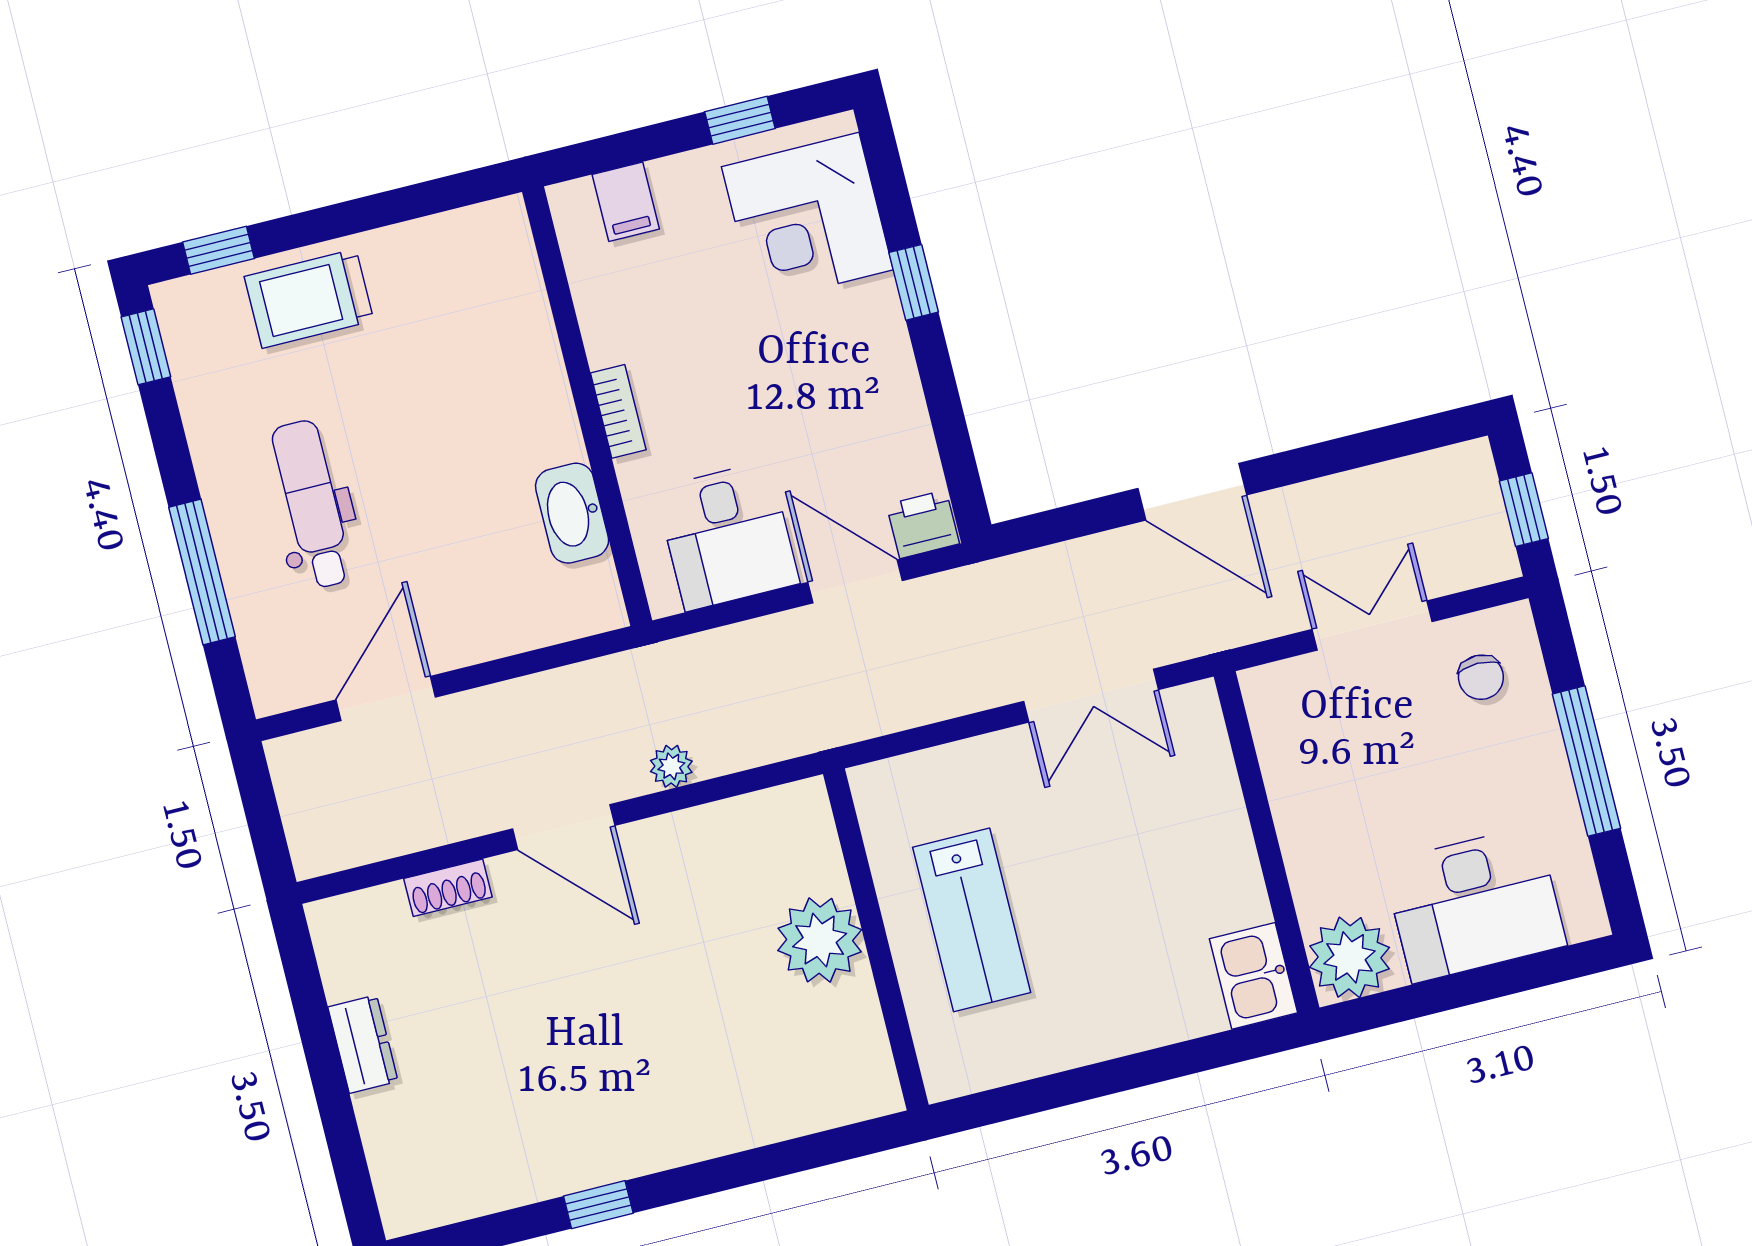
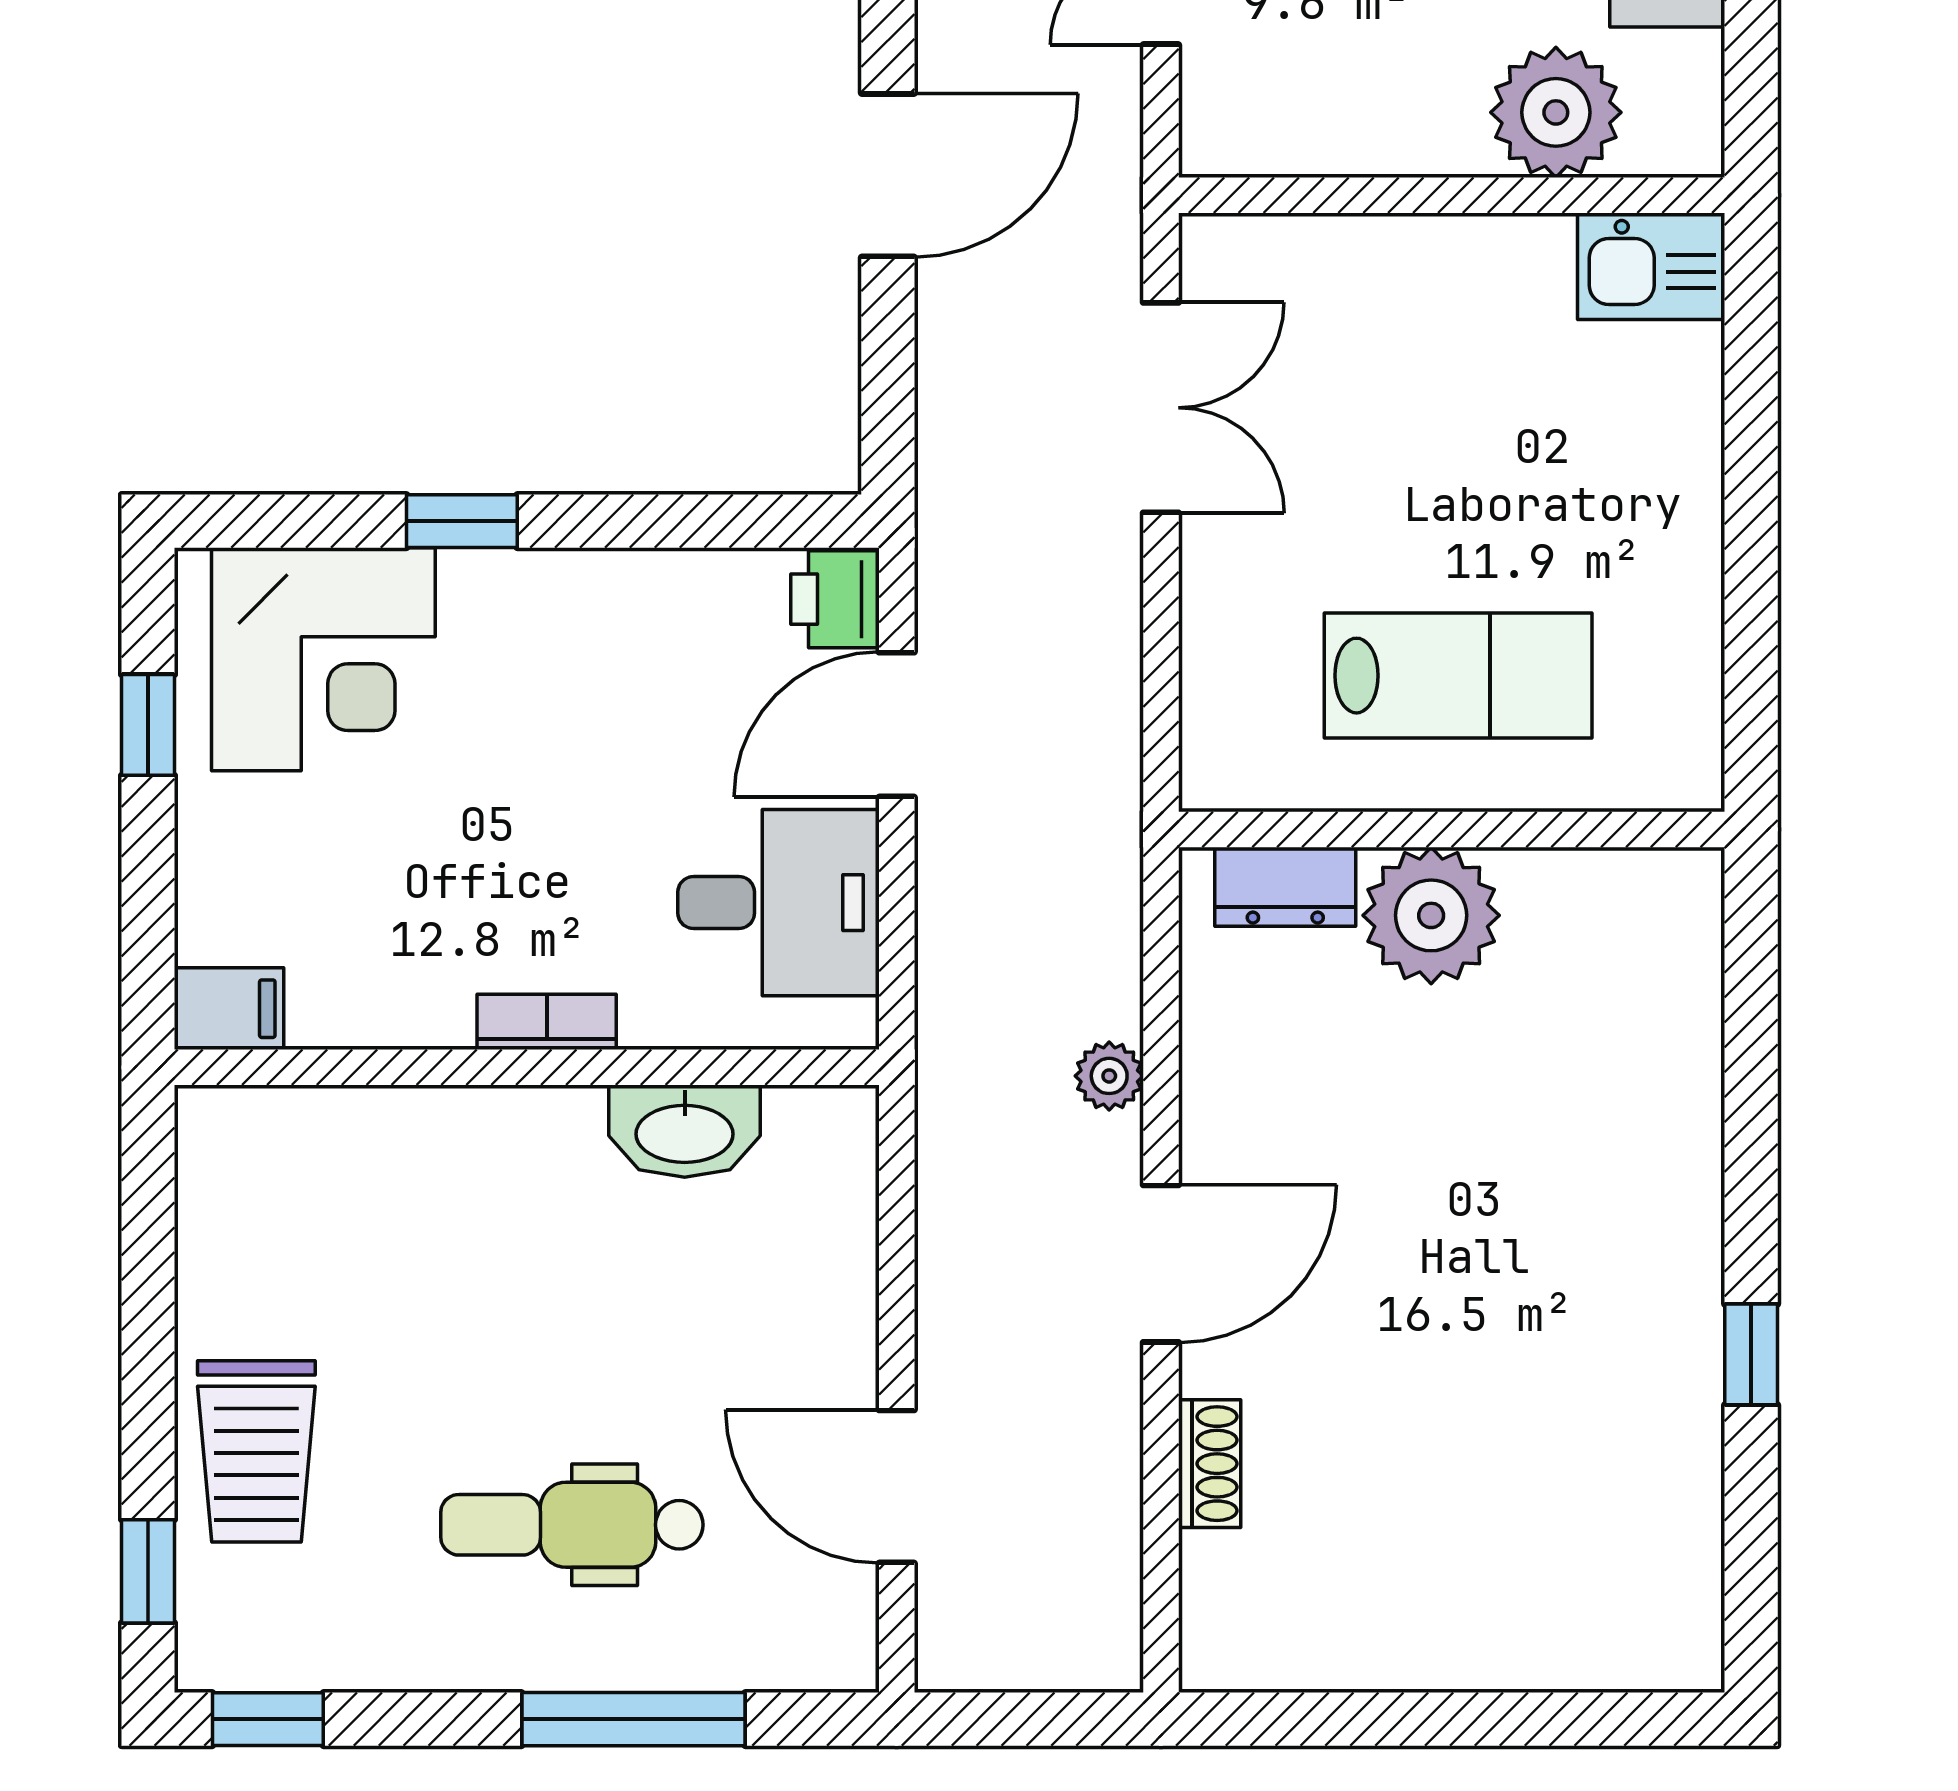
filing cabinet: (626, 202) -> (229, 1009), moved
plant: (1350, 957) -> (1556, 112), moved
dresser: (363, 1044) -> (1285, 887), moved, turned 180

